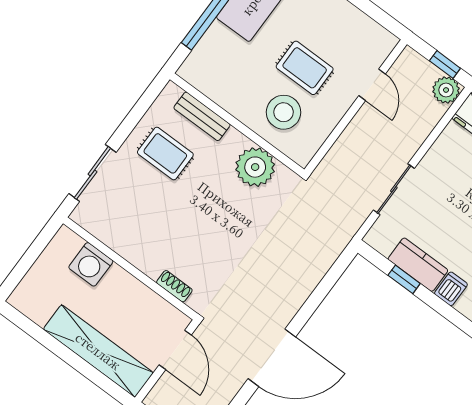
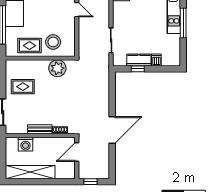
rug: (305, 68) -> (29, 46), moved
bench: (202, 116) -> (40, 129), moved
door: (175, 350) -> (77, 152), swing flipped
shelving: (98, 351) -> (30, 172), moved

